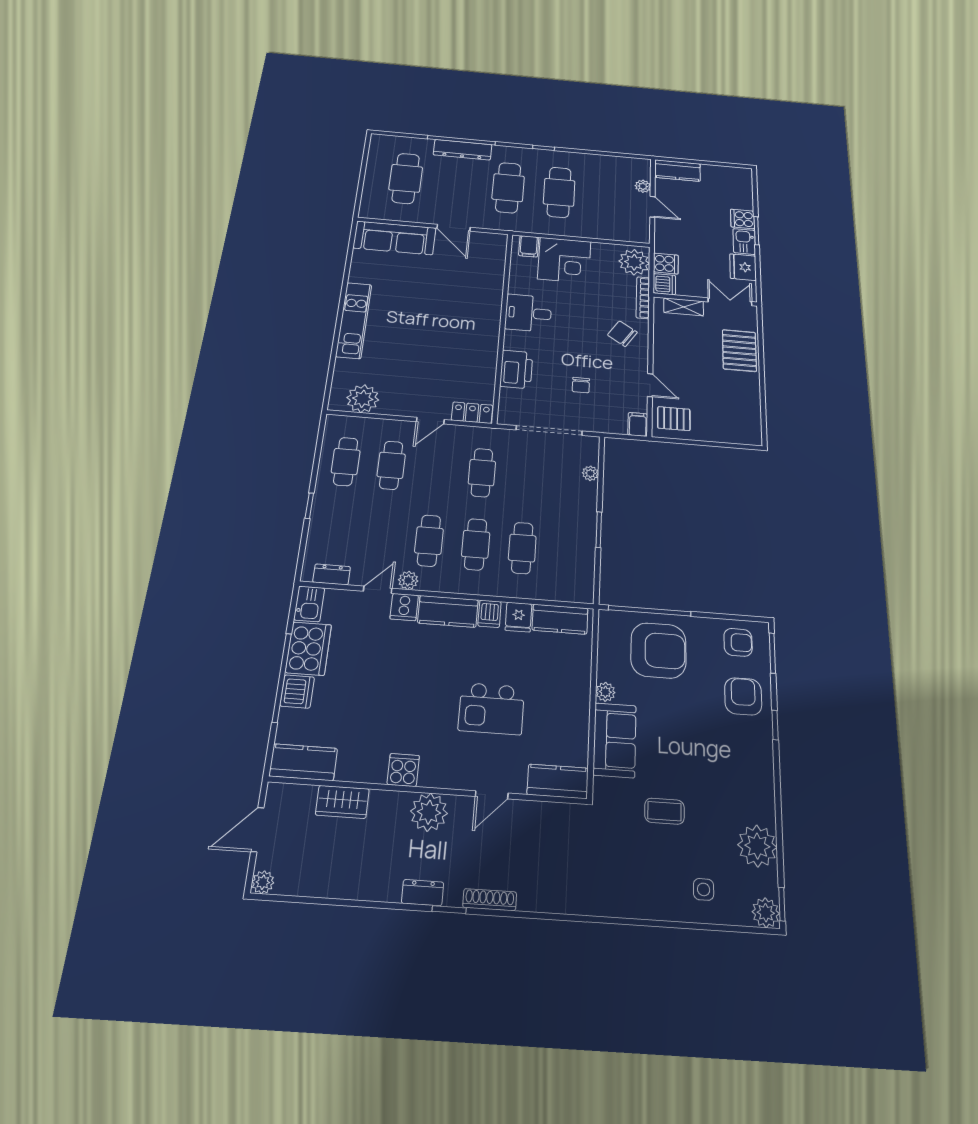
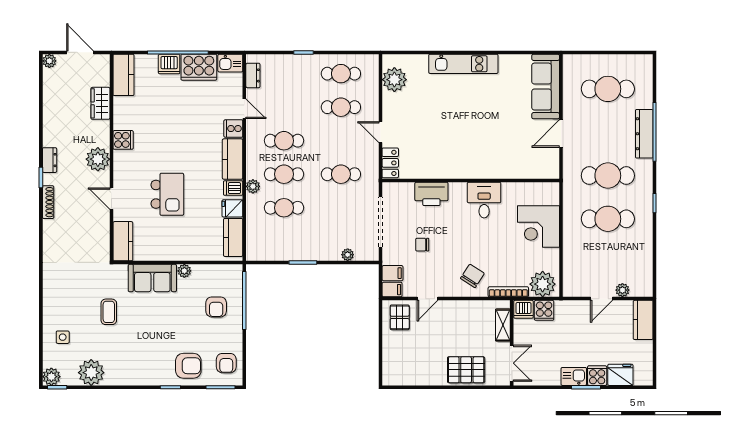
filing cabinet: (529, 246) -> (392, 273), moved, turned 180
fridge: (743, 267) -> (620, 375), moved
plant: (408, 580) -> (253, 186), moved
armchair: (658, 650) -> (216, 307), width x0.53, depth x0.53
kitchen island: (491, 709) -> (167, 194), turned 180

